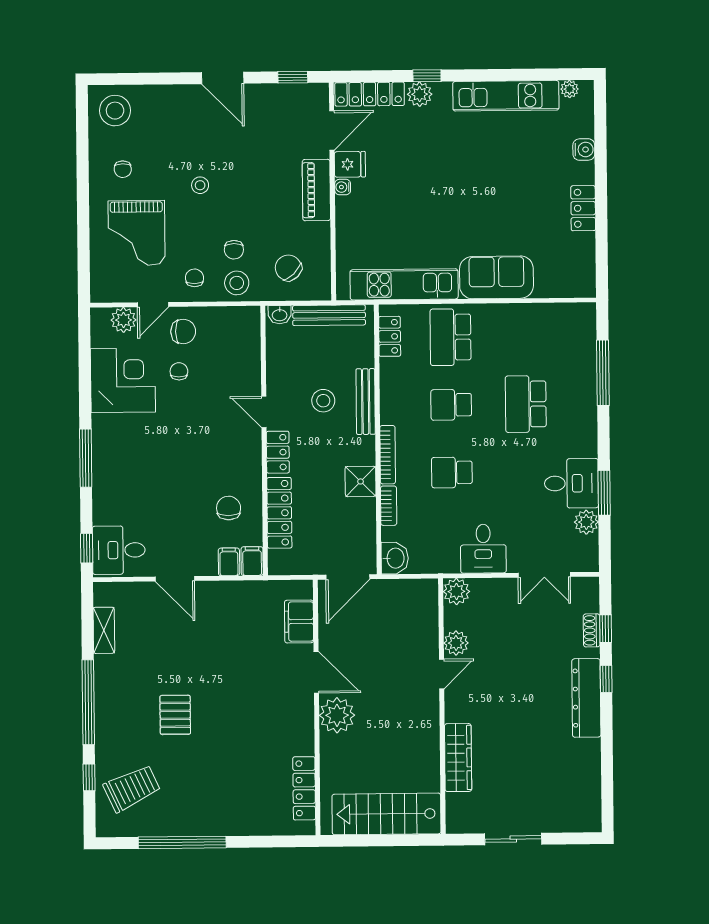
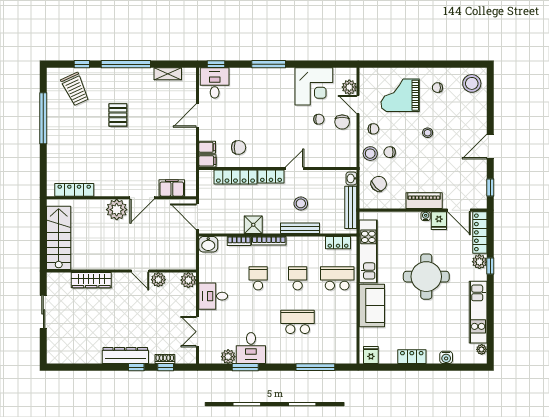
round table: (446, 185) -> (426, 277), added
fridge: (581, 278) -> (371, 355), added
pallet: (175, 715) -> (118, 115), turned 90

